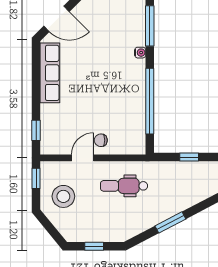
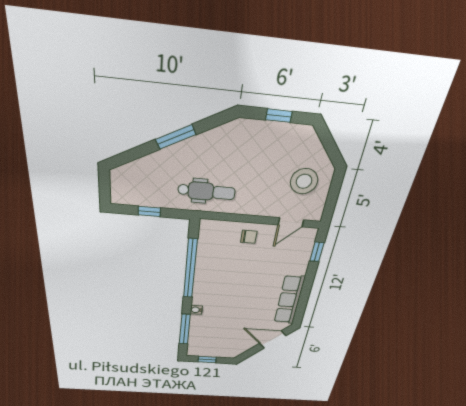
door: (83, 158) -> (291, 222), moved
window: (36, 178) -> (331, 204), removed
dental chair: (124, 186) -> (206, 191), moved

